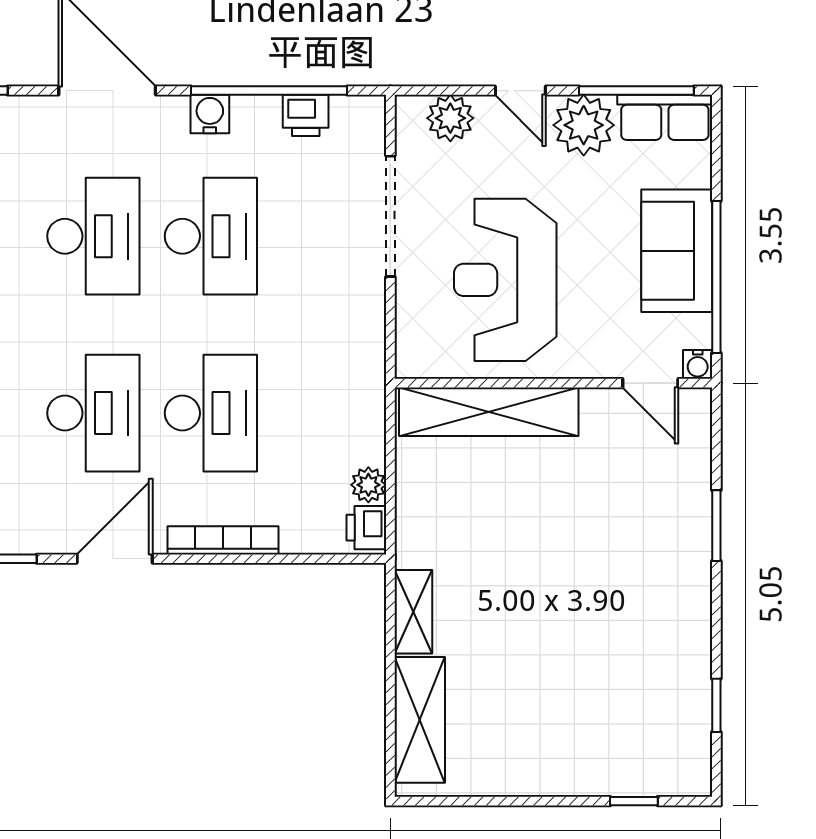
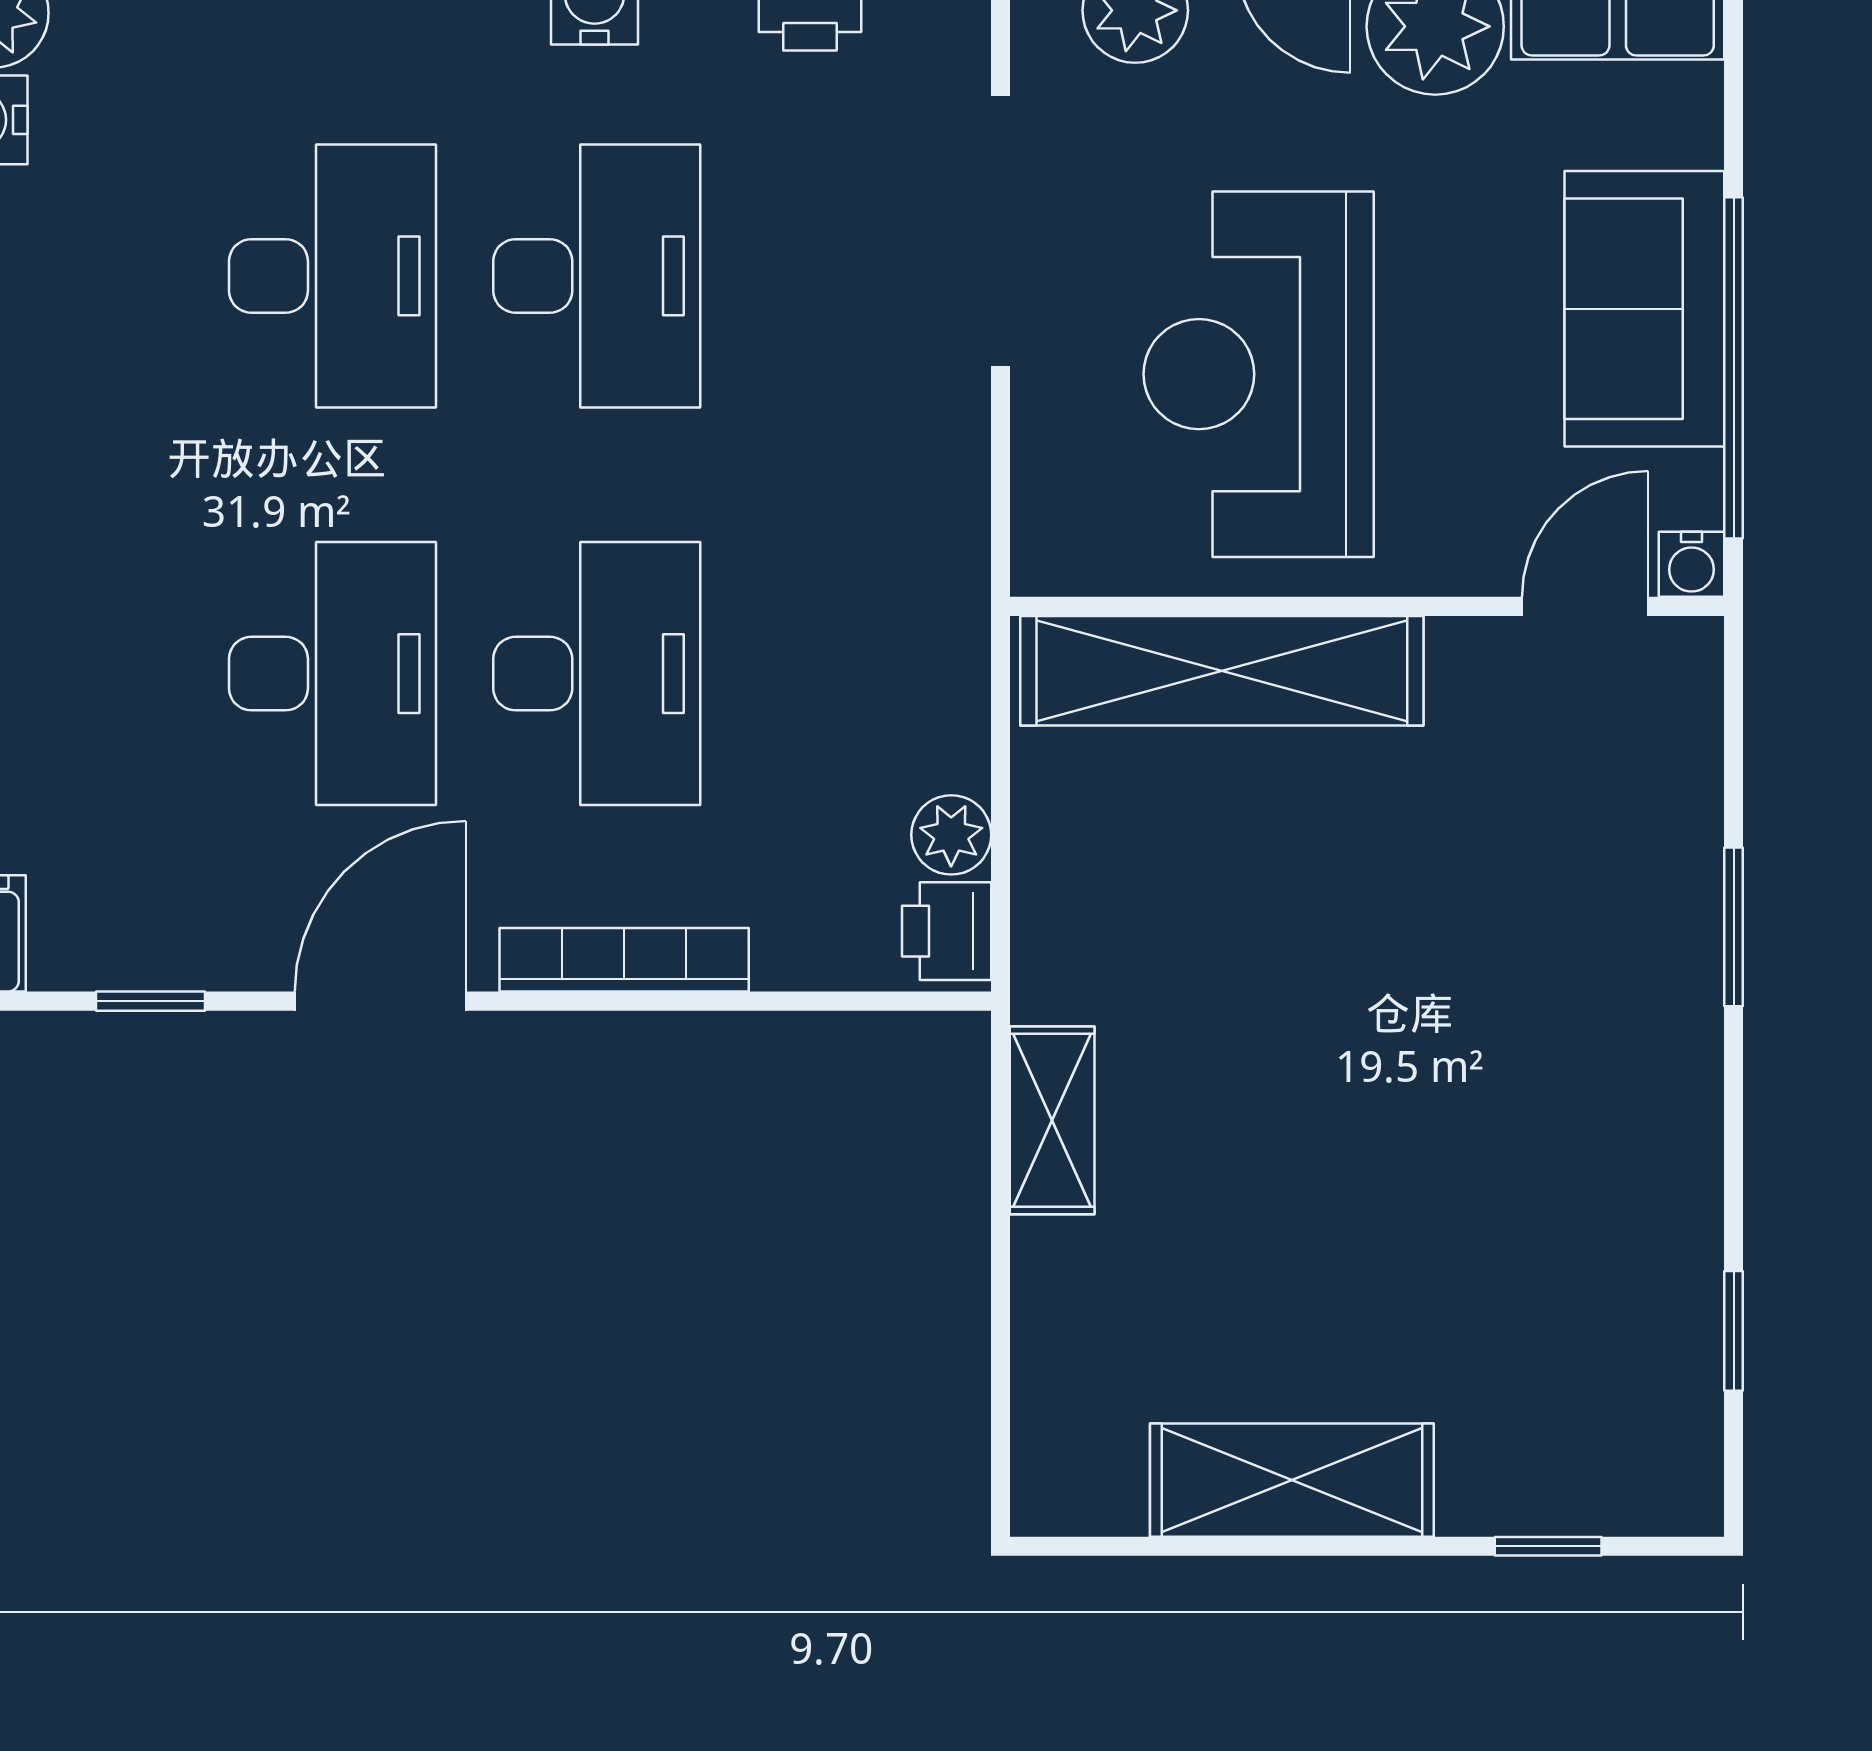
door: (650, 383) -> (1585, 606), swing flipped
shelving: (420, 720) -> (1292, 1480), moved, turned 90

